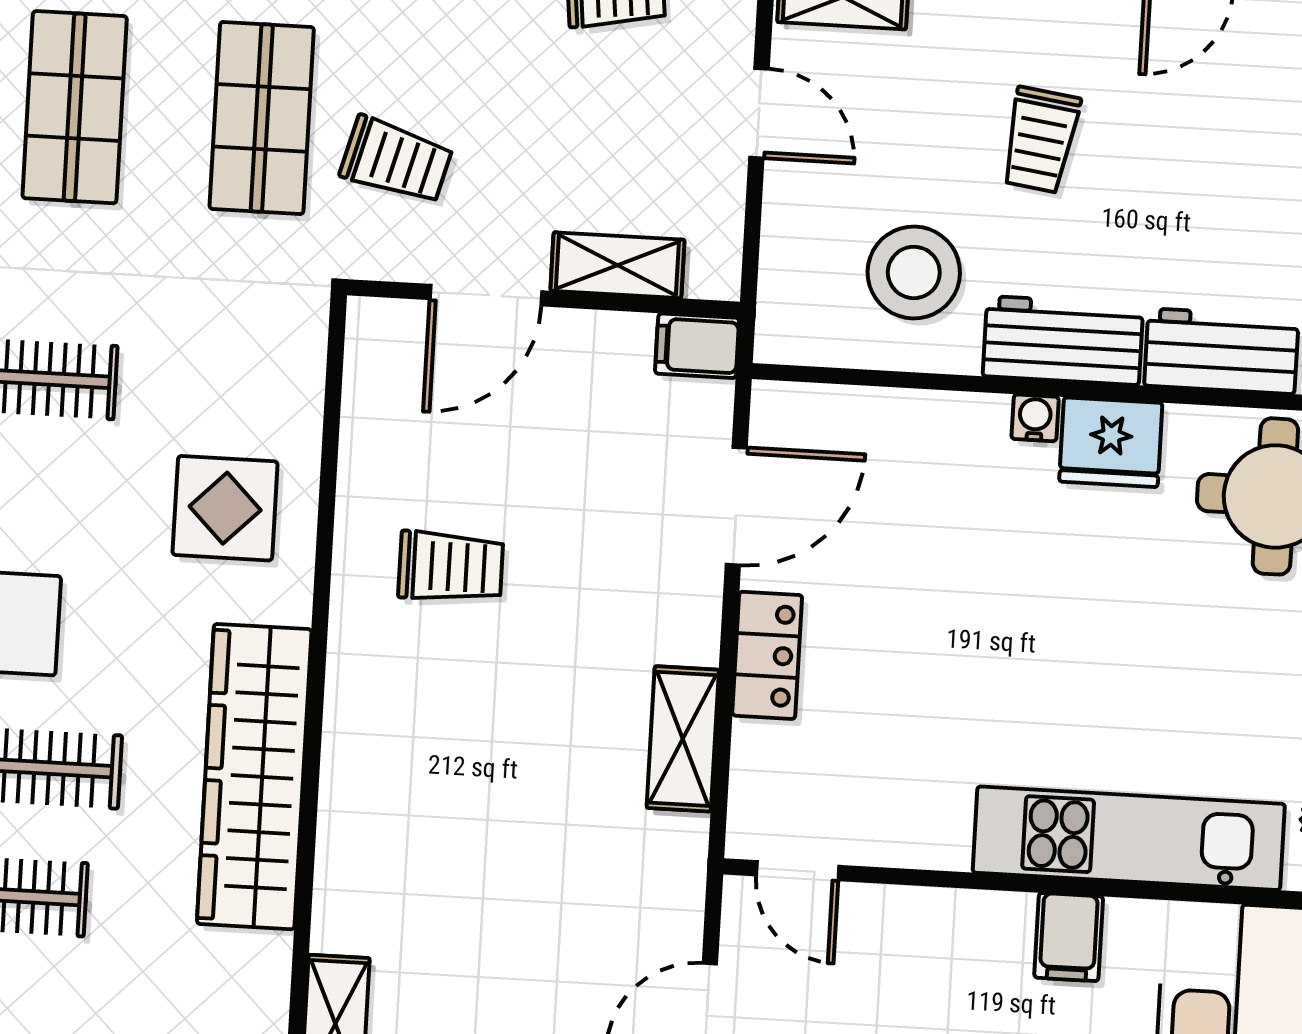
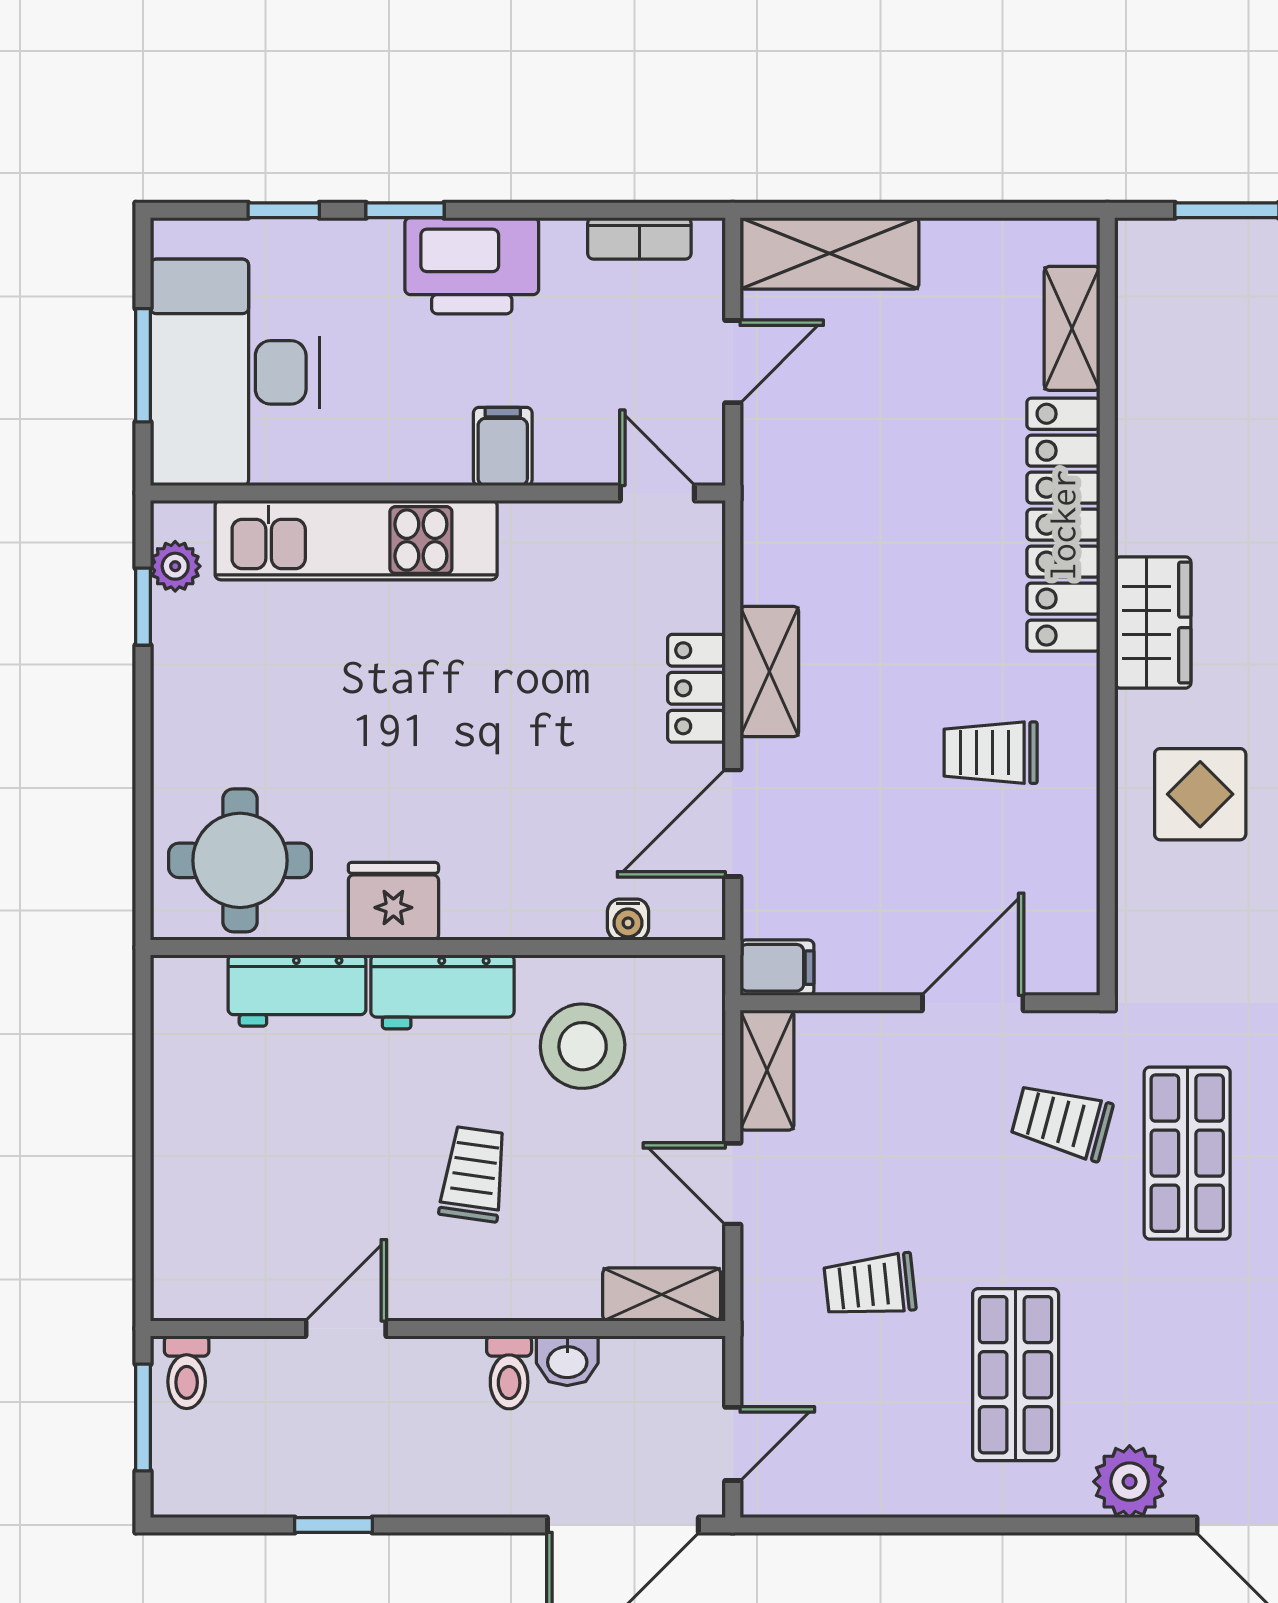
shelving: (617, 265) -> (767, 1070), moved, turned 90
water cooler: (1035, 418) -> (628, 920), moved
shelving: (683, 739) -> (769, 672), moved
wardrobe: (254, 777) -> (1153, 622), width x0.48, depth x0.85
locker: (357, 811) -> (1063, 525), added
filing cabinet: (1069, 937) -> (503, 446), moved

